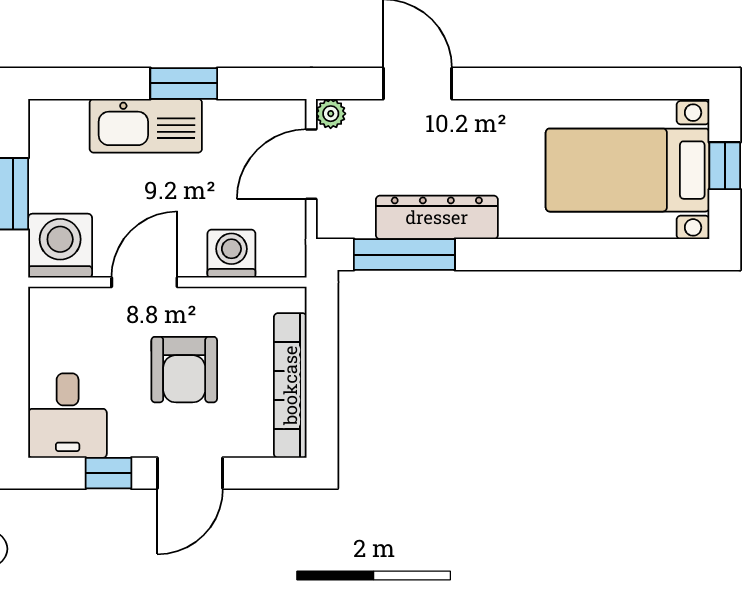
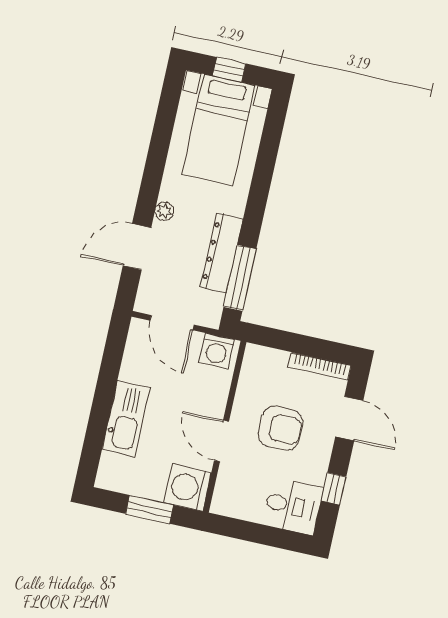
window: (184, 83) -> (105, 390), removed
plant: (331, 114) -> (164, 211), moved
washing machine: (231, 254) -> (217, 351), moved, turned -90
bookcase: (290, 385) -> (320, 366), width x0.68, depth x0.76
door: (190, 473) -> (349, 419), moved

